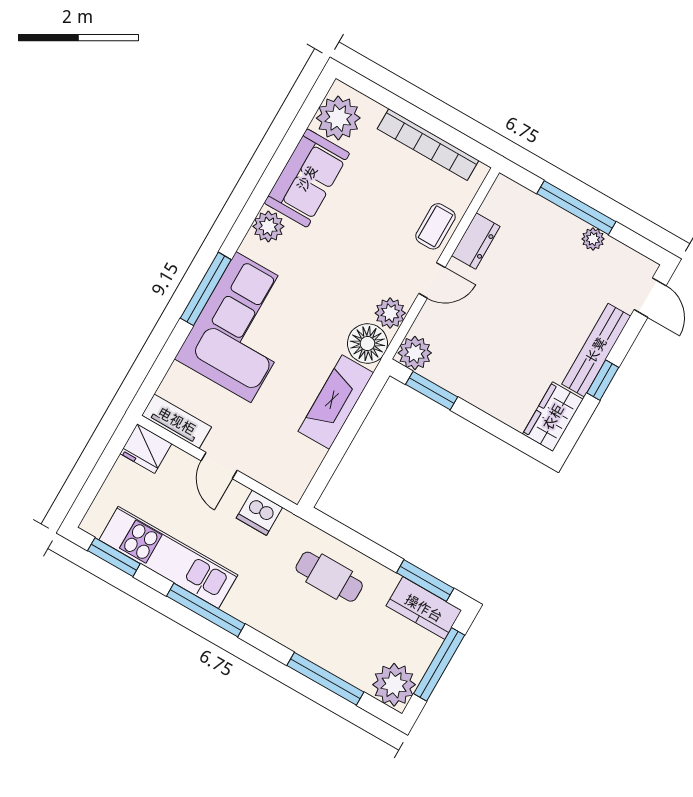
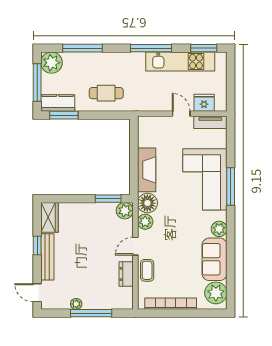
fridge: (146, 449) -> (204, 103), moved
dishwasher: (259, 513) -> (152, 103), removed

